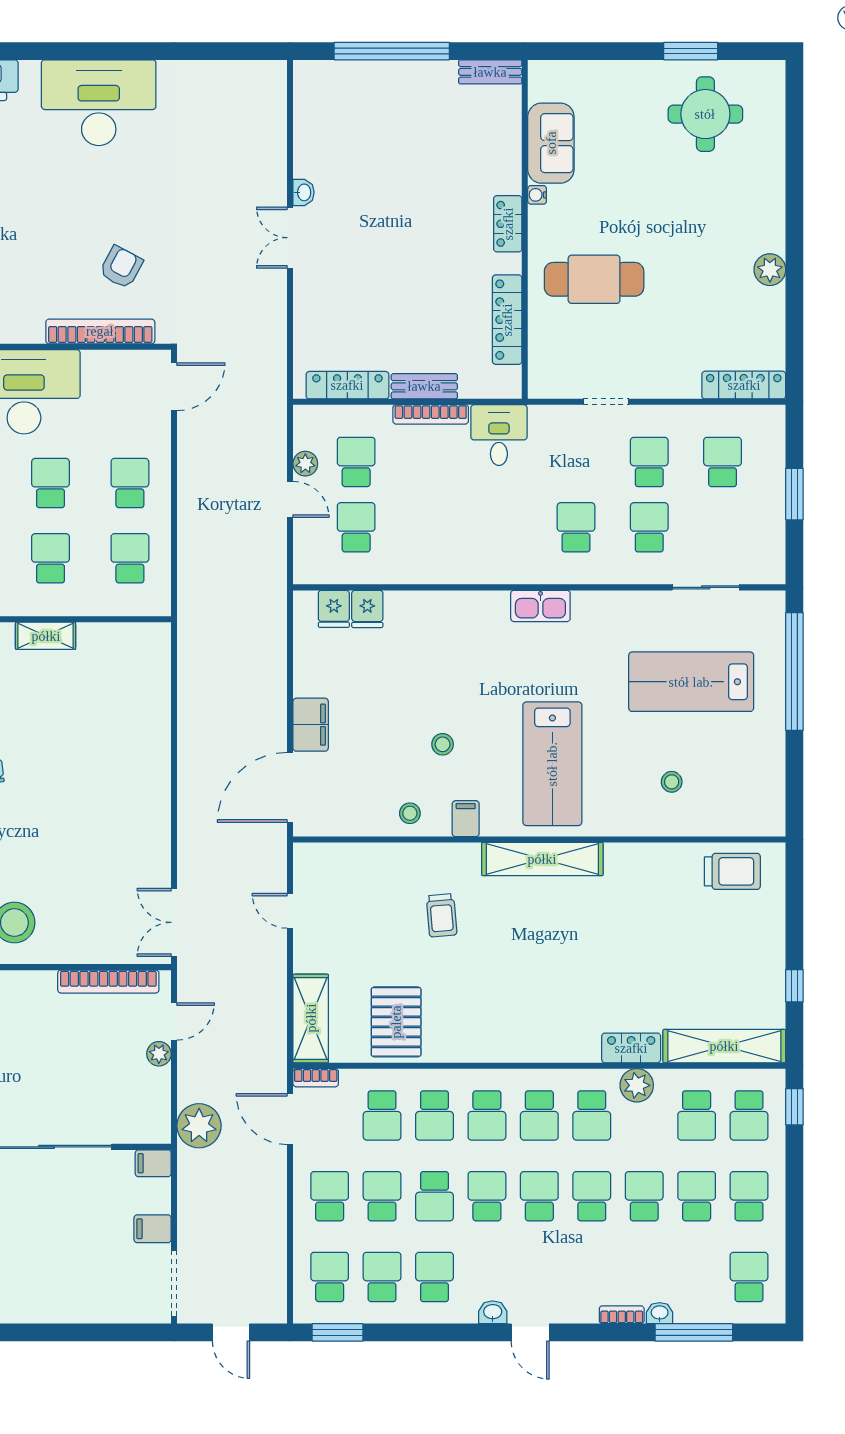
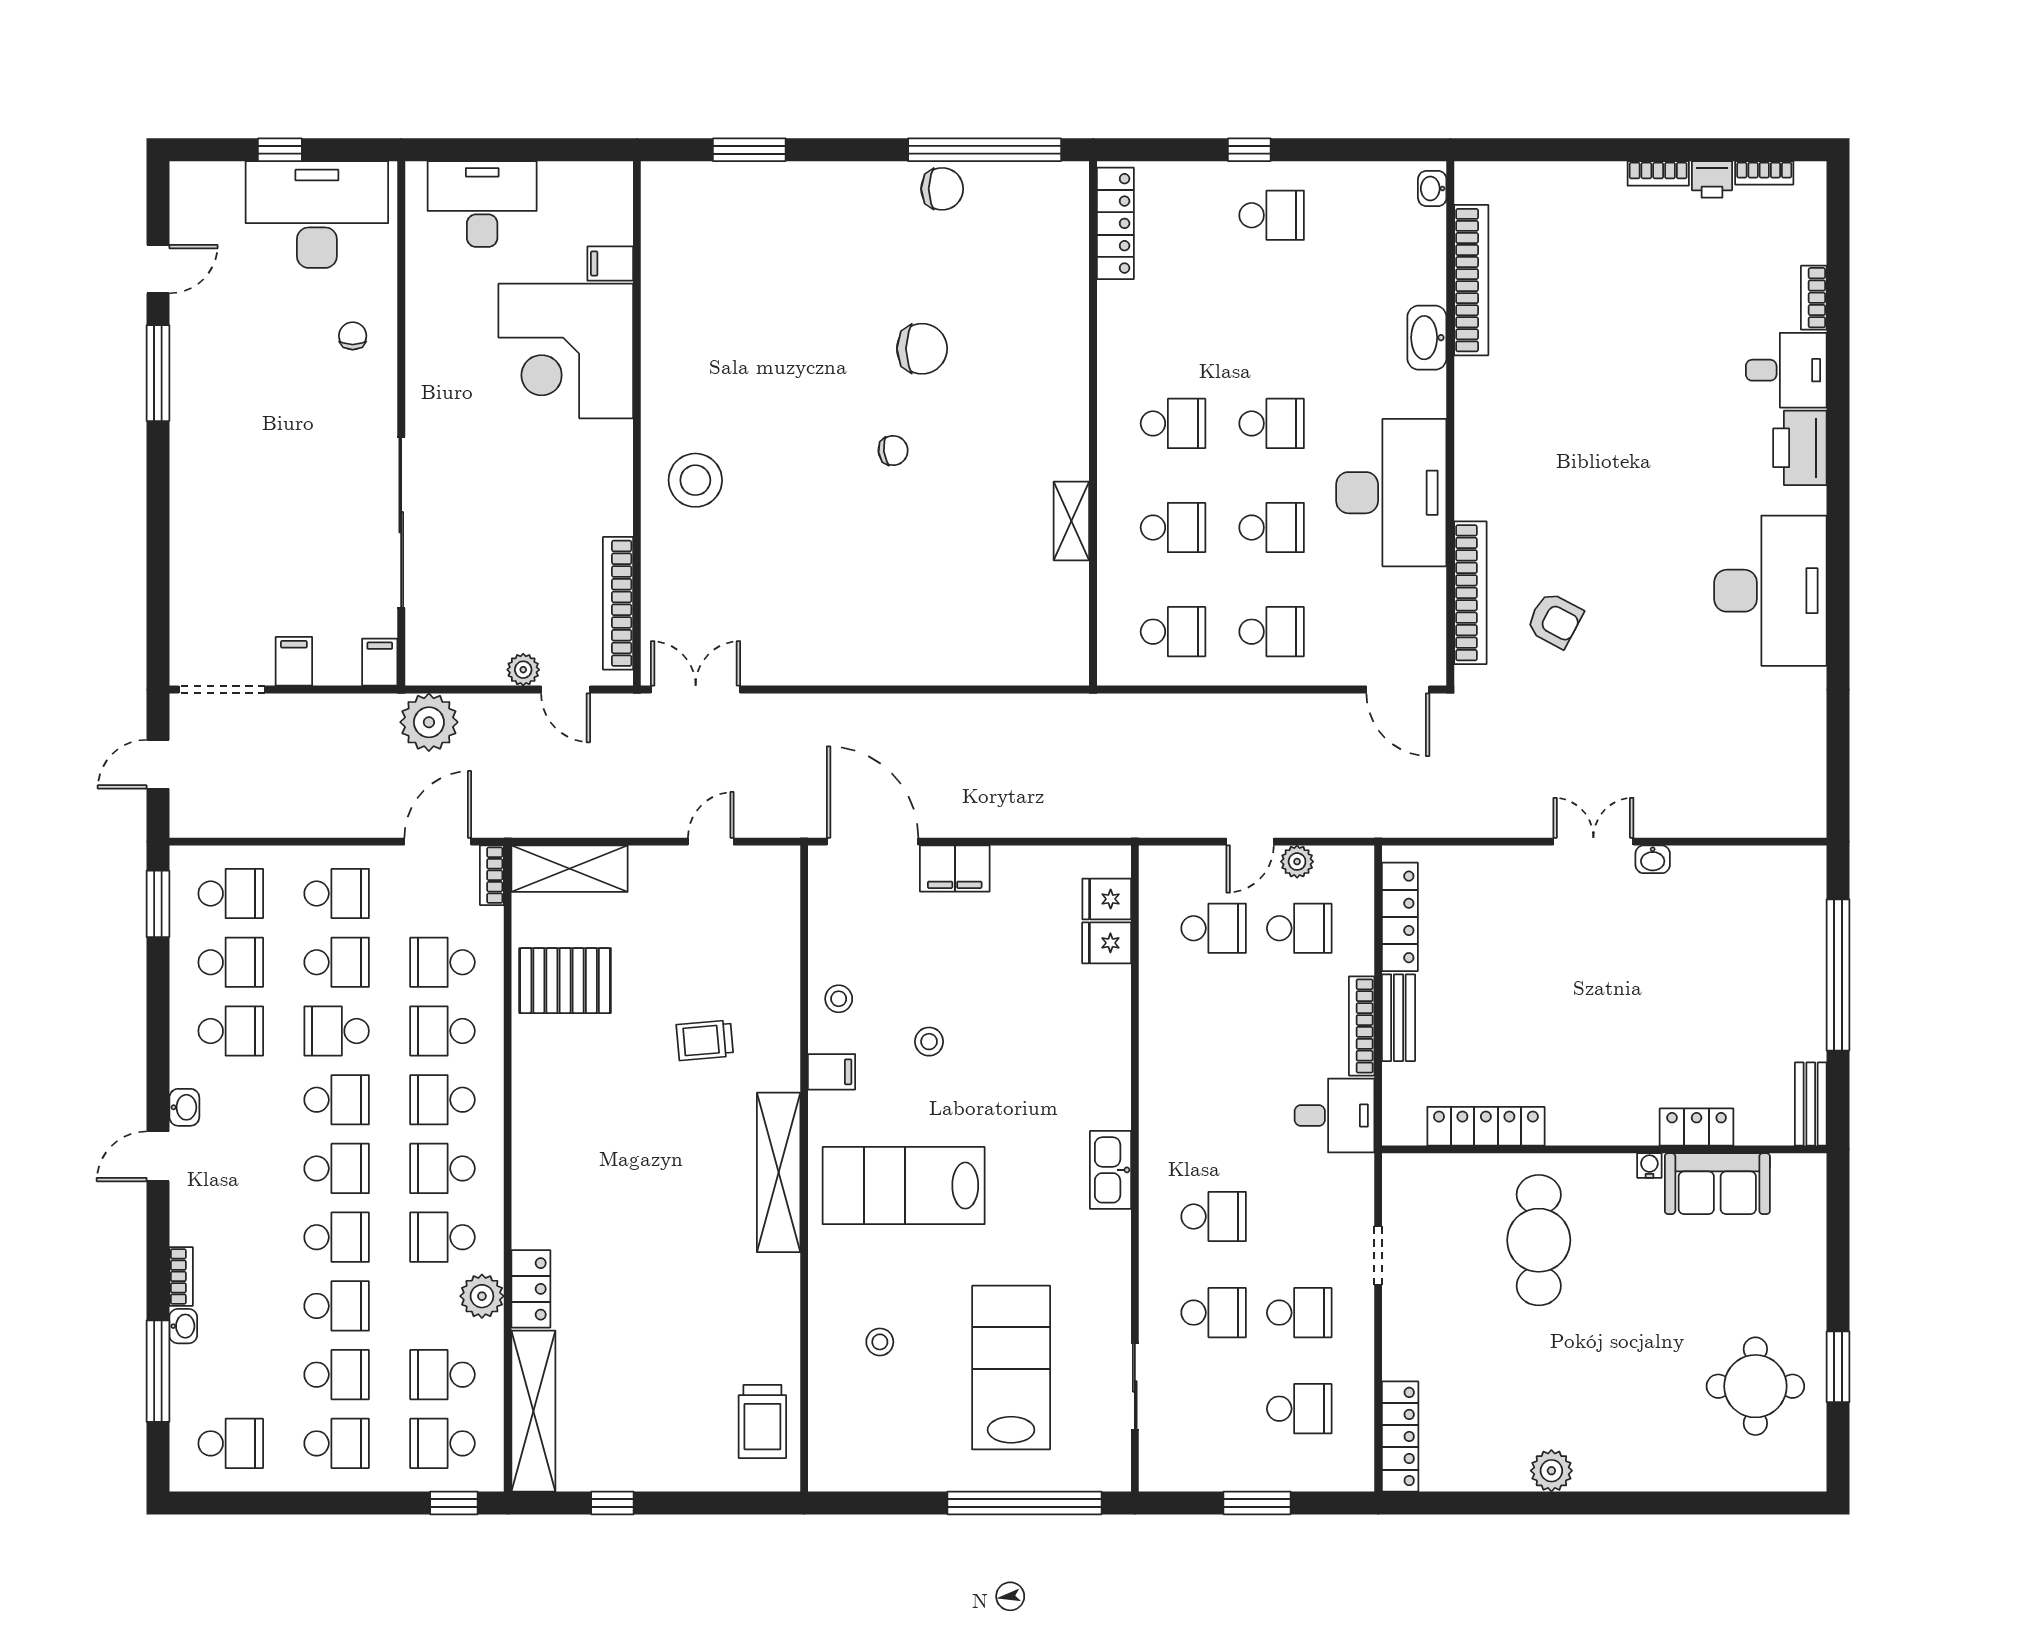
locker: (508, 224) -> (1697, 1127), moved

